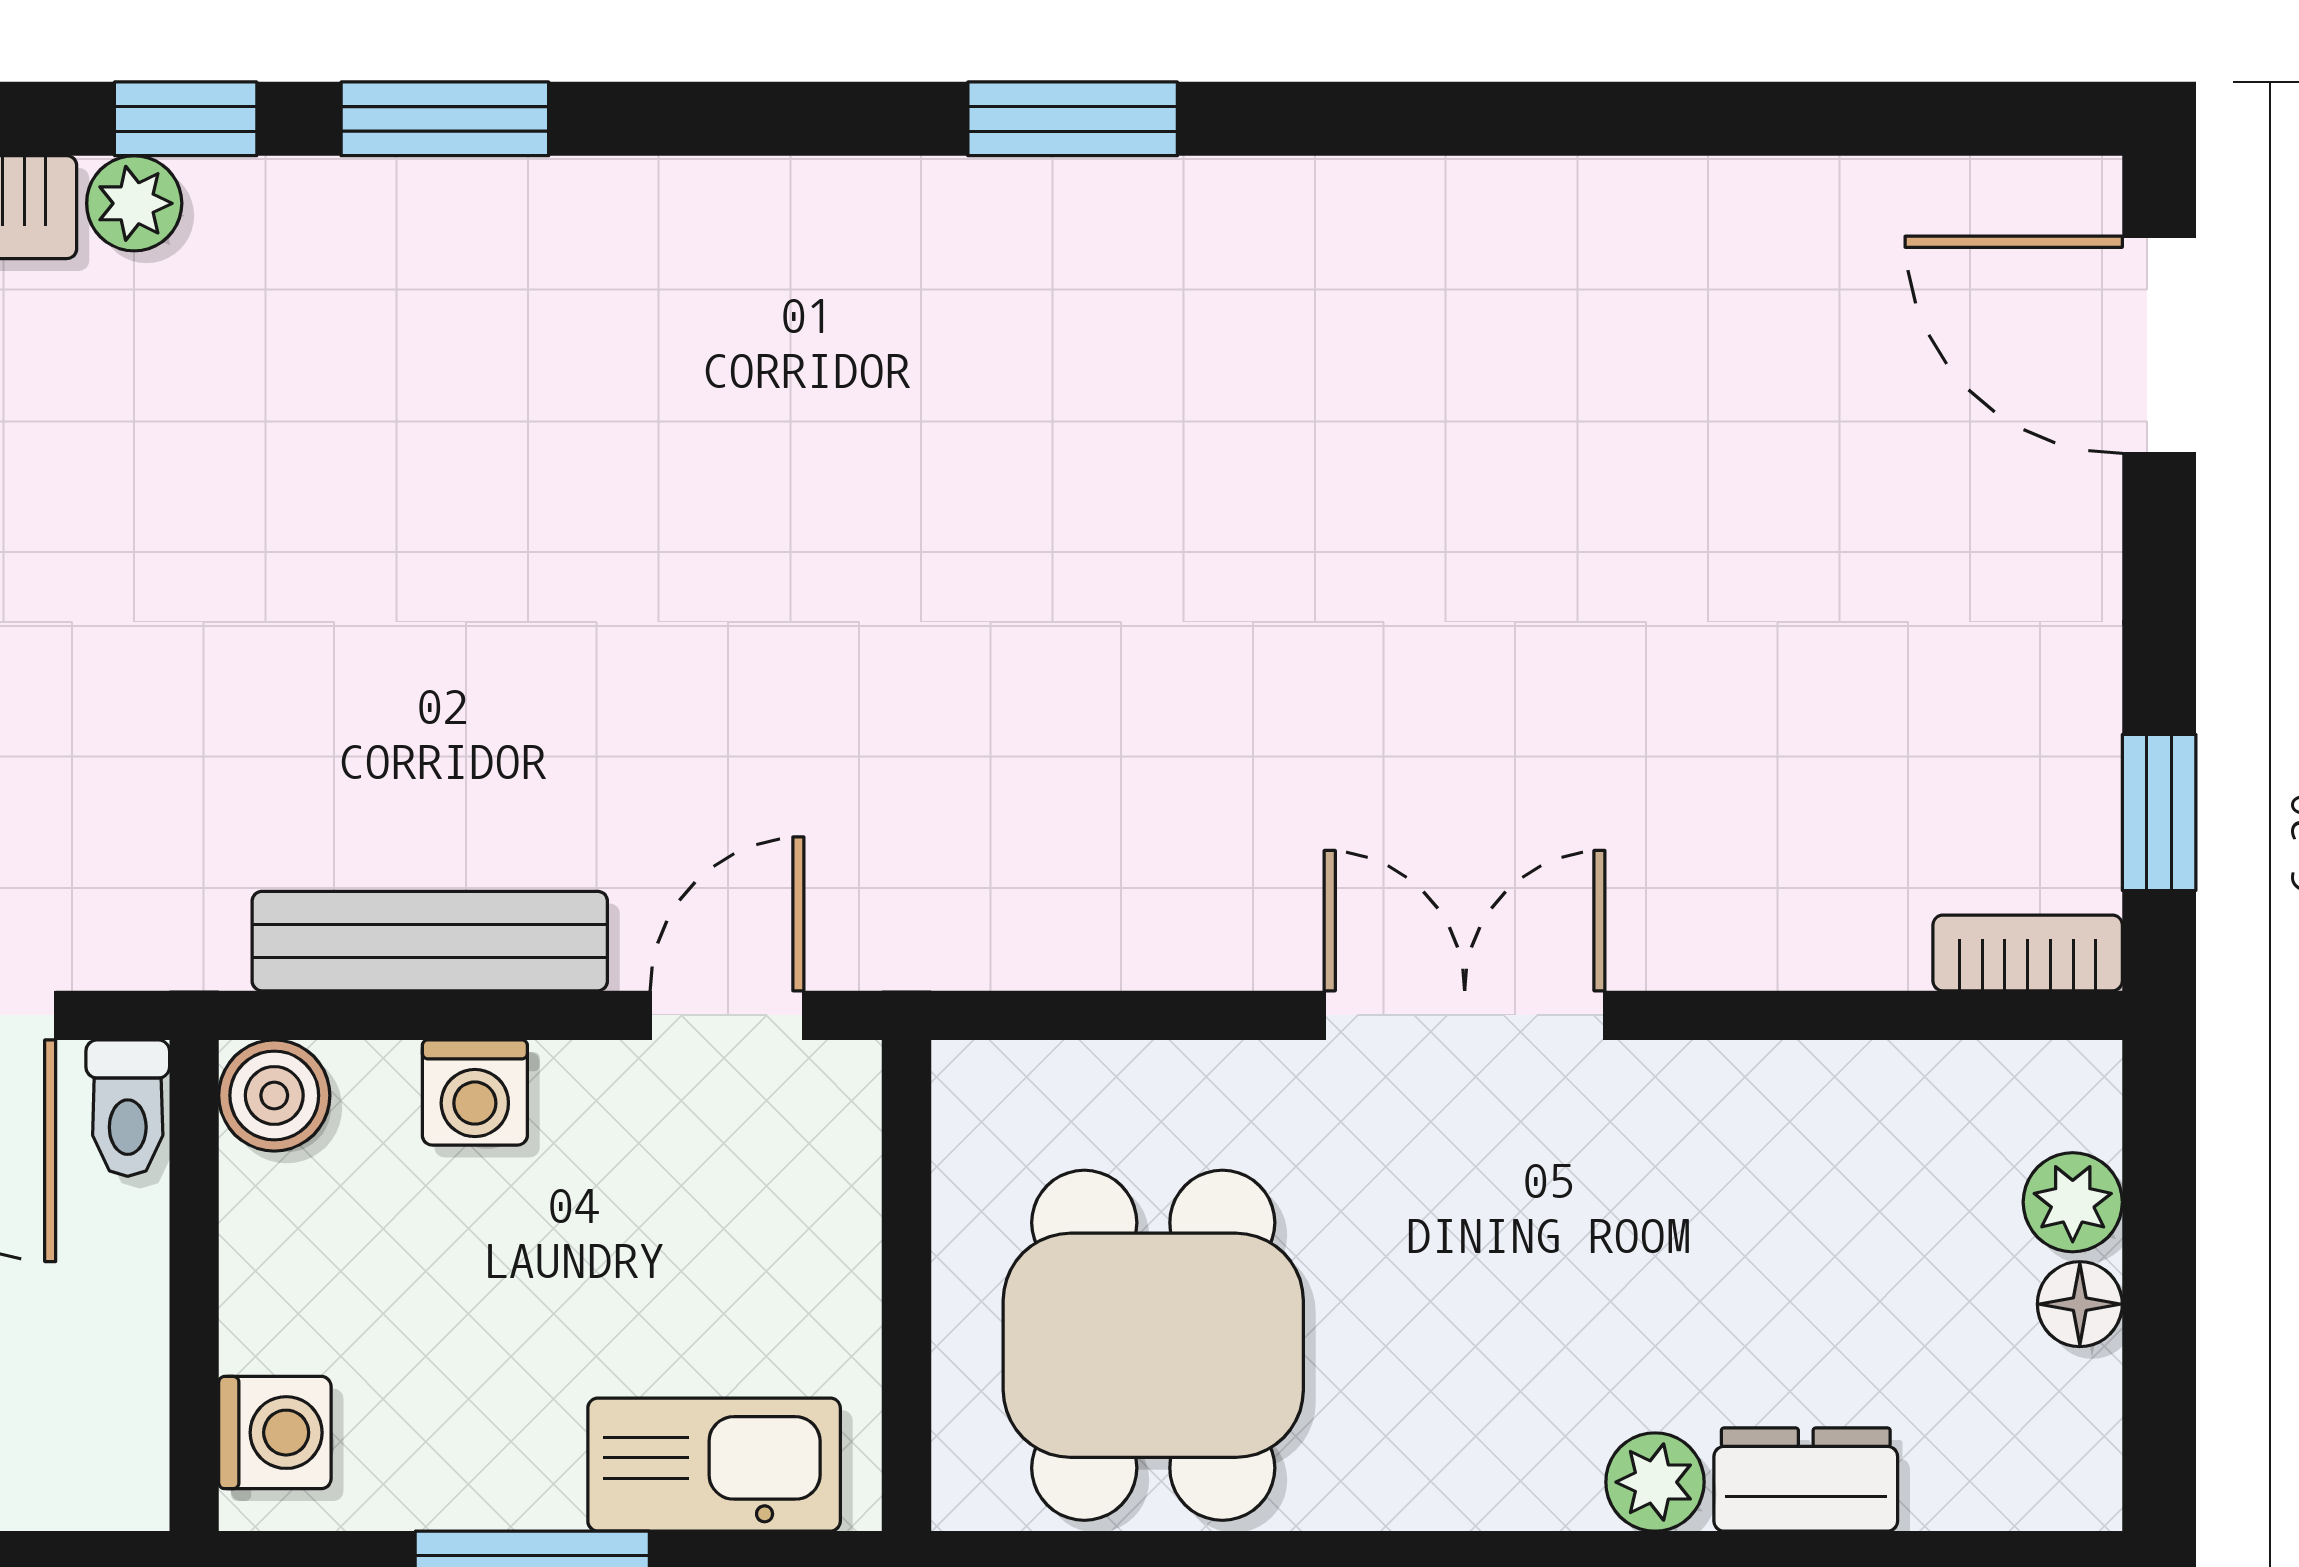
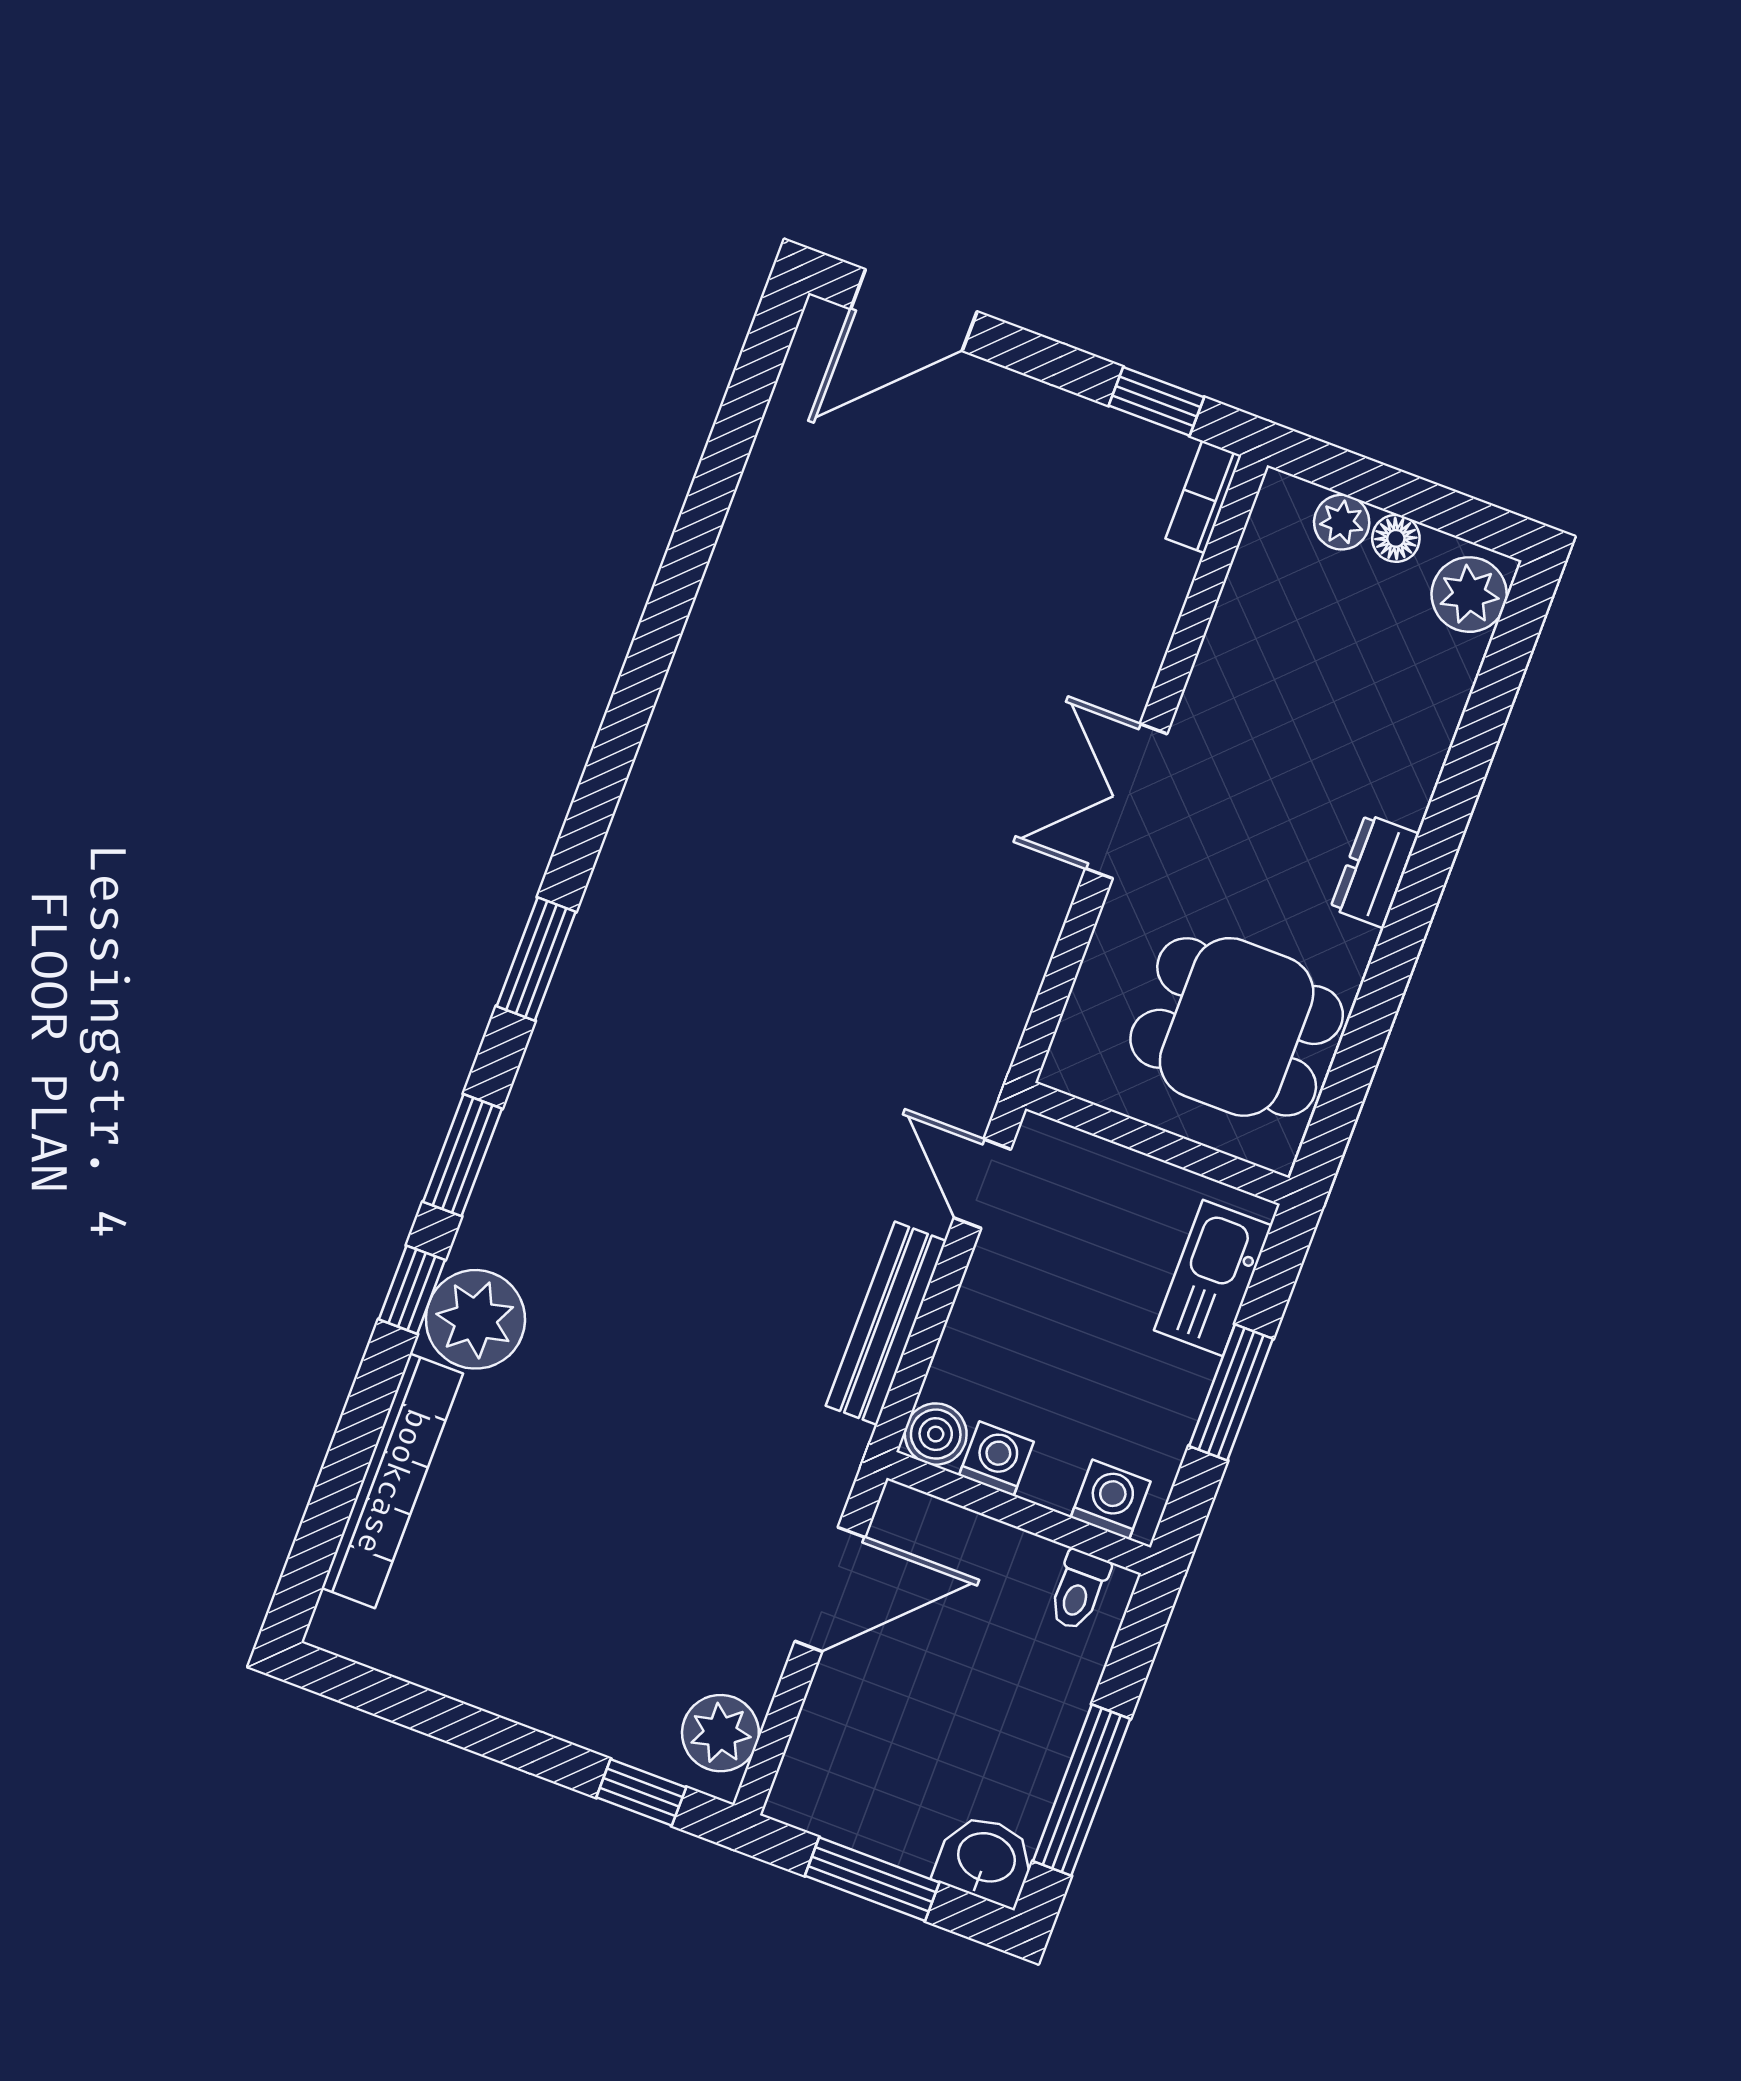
window: (1073, 119) -> (536, 959), moved
plant: (134, 203) -> (475, 1319), width x1.87, depth x1.87
washing machine: (475, 1092) -> (996, 1459), moved, turned -90
toilet: (128, 1108) -> (1079, 1590), moved, turned 90
dresser: (1806, 1480) -> (1375, 871), moved
plant: (1655, 1482) -> (1469, 595), moved, width x1.38, depth x1.38

